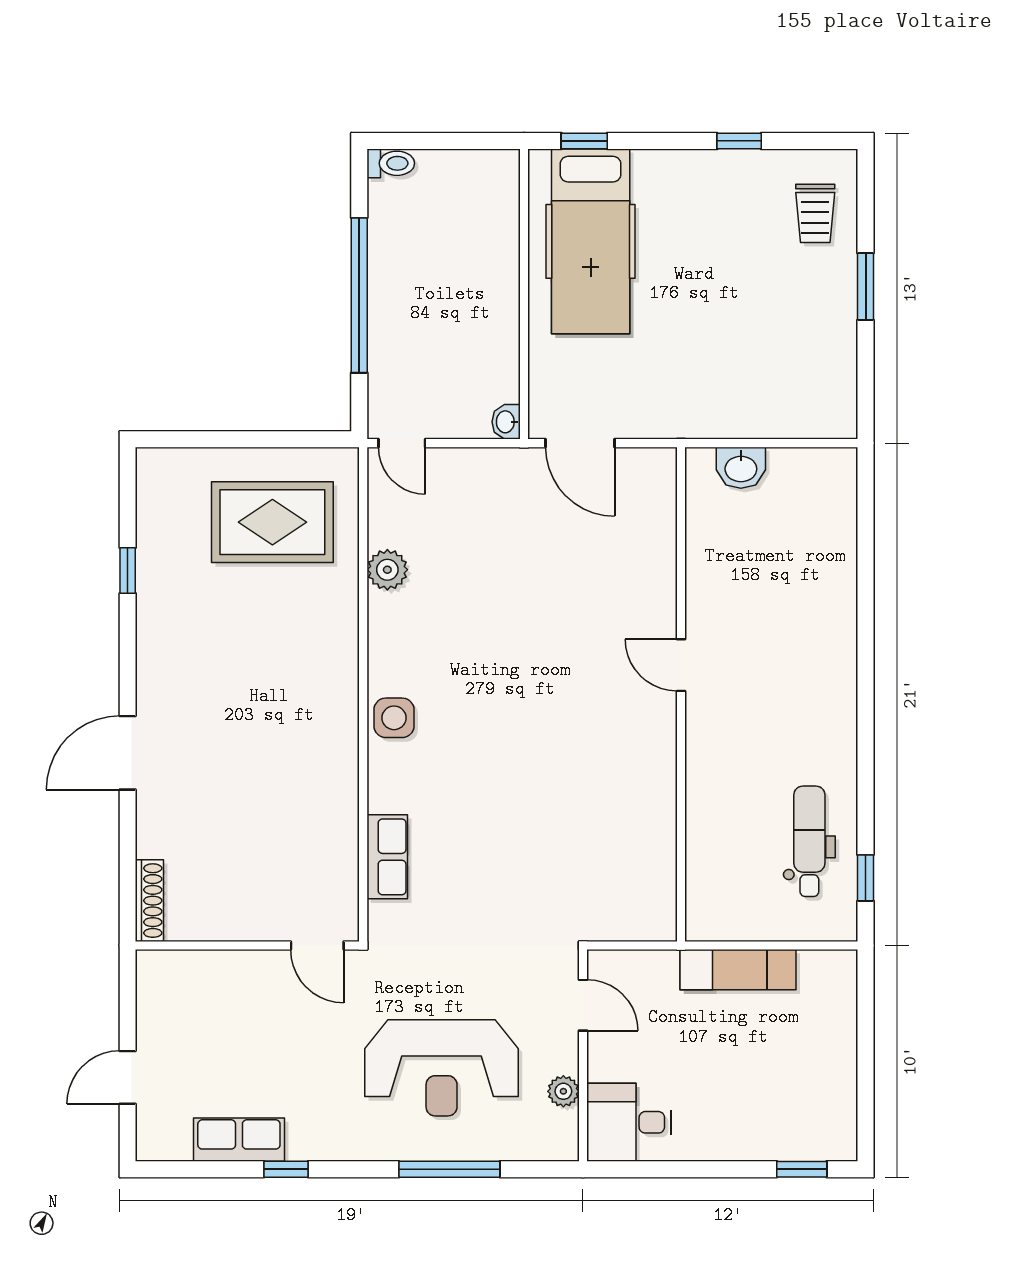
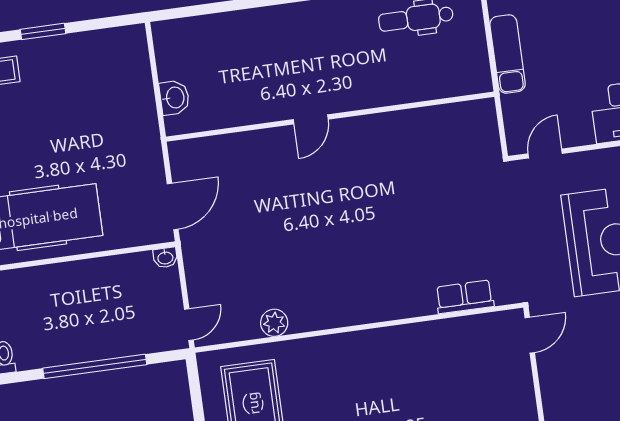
side table: (394, 718) -> (372, 305), removed
plant: (563, 1091) -> (604, 159), removed

